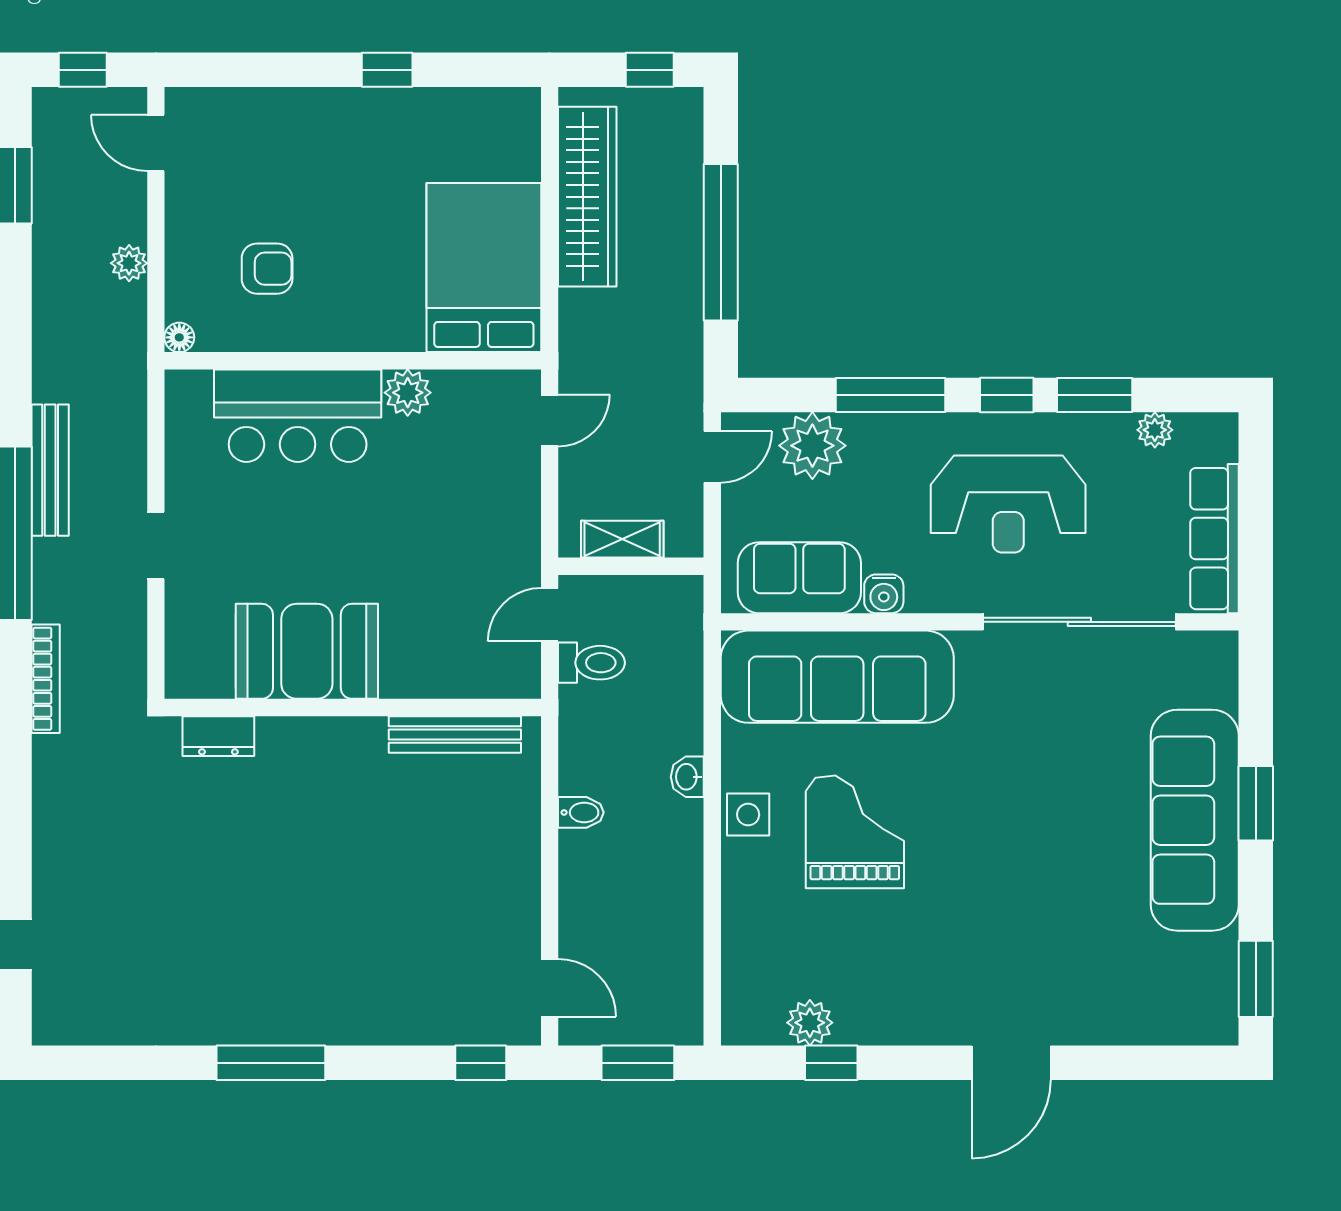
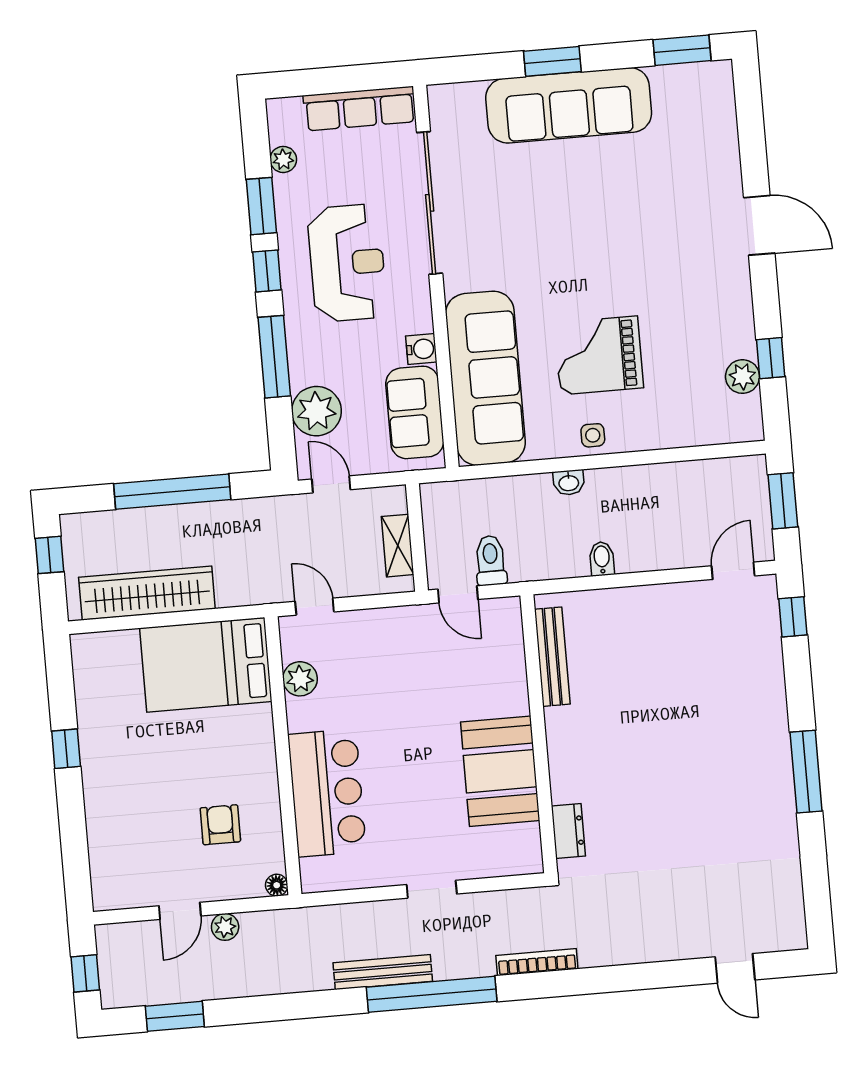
door: (156, 143) -> (180, 911), moved
plant: (408, 393) -> (300, 679), moved
side table: (748, 815) -> (593, 435), width x0.73, depth x0.73

